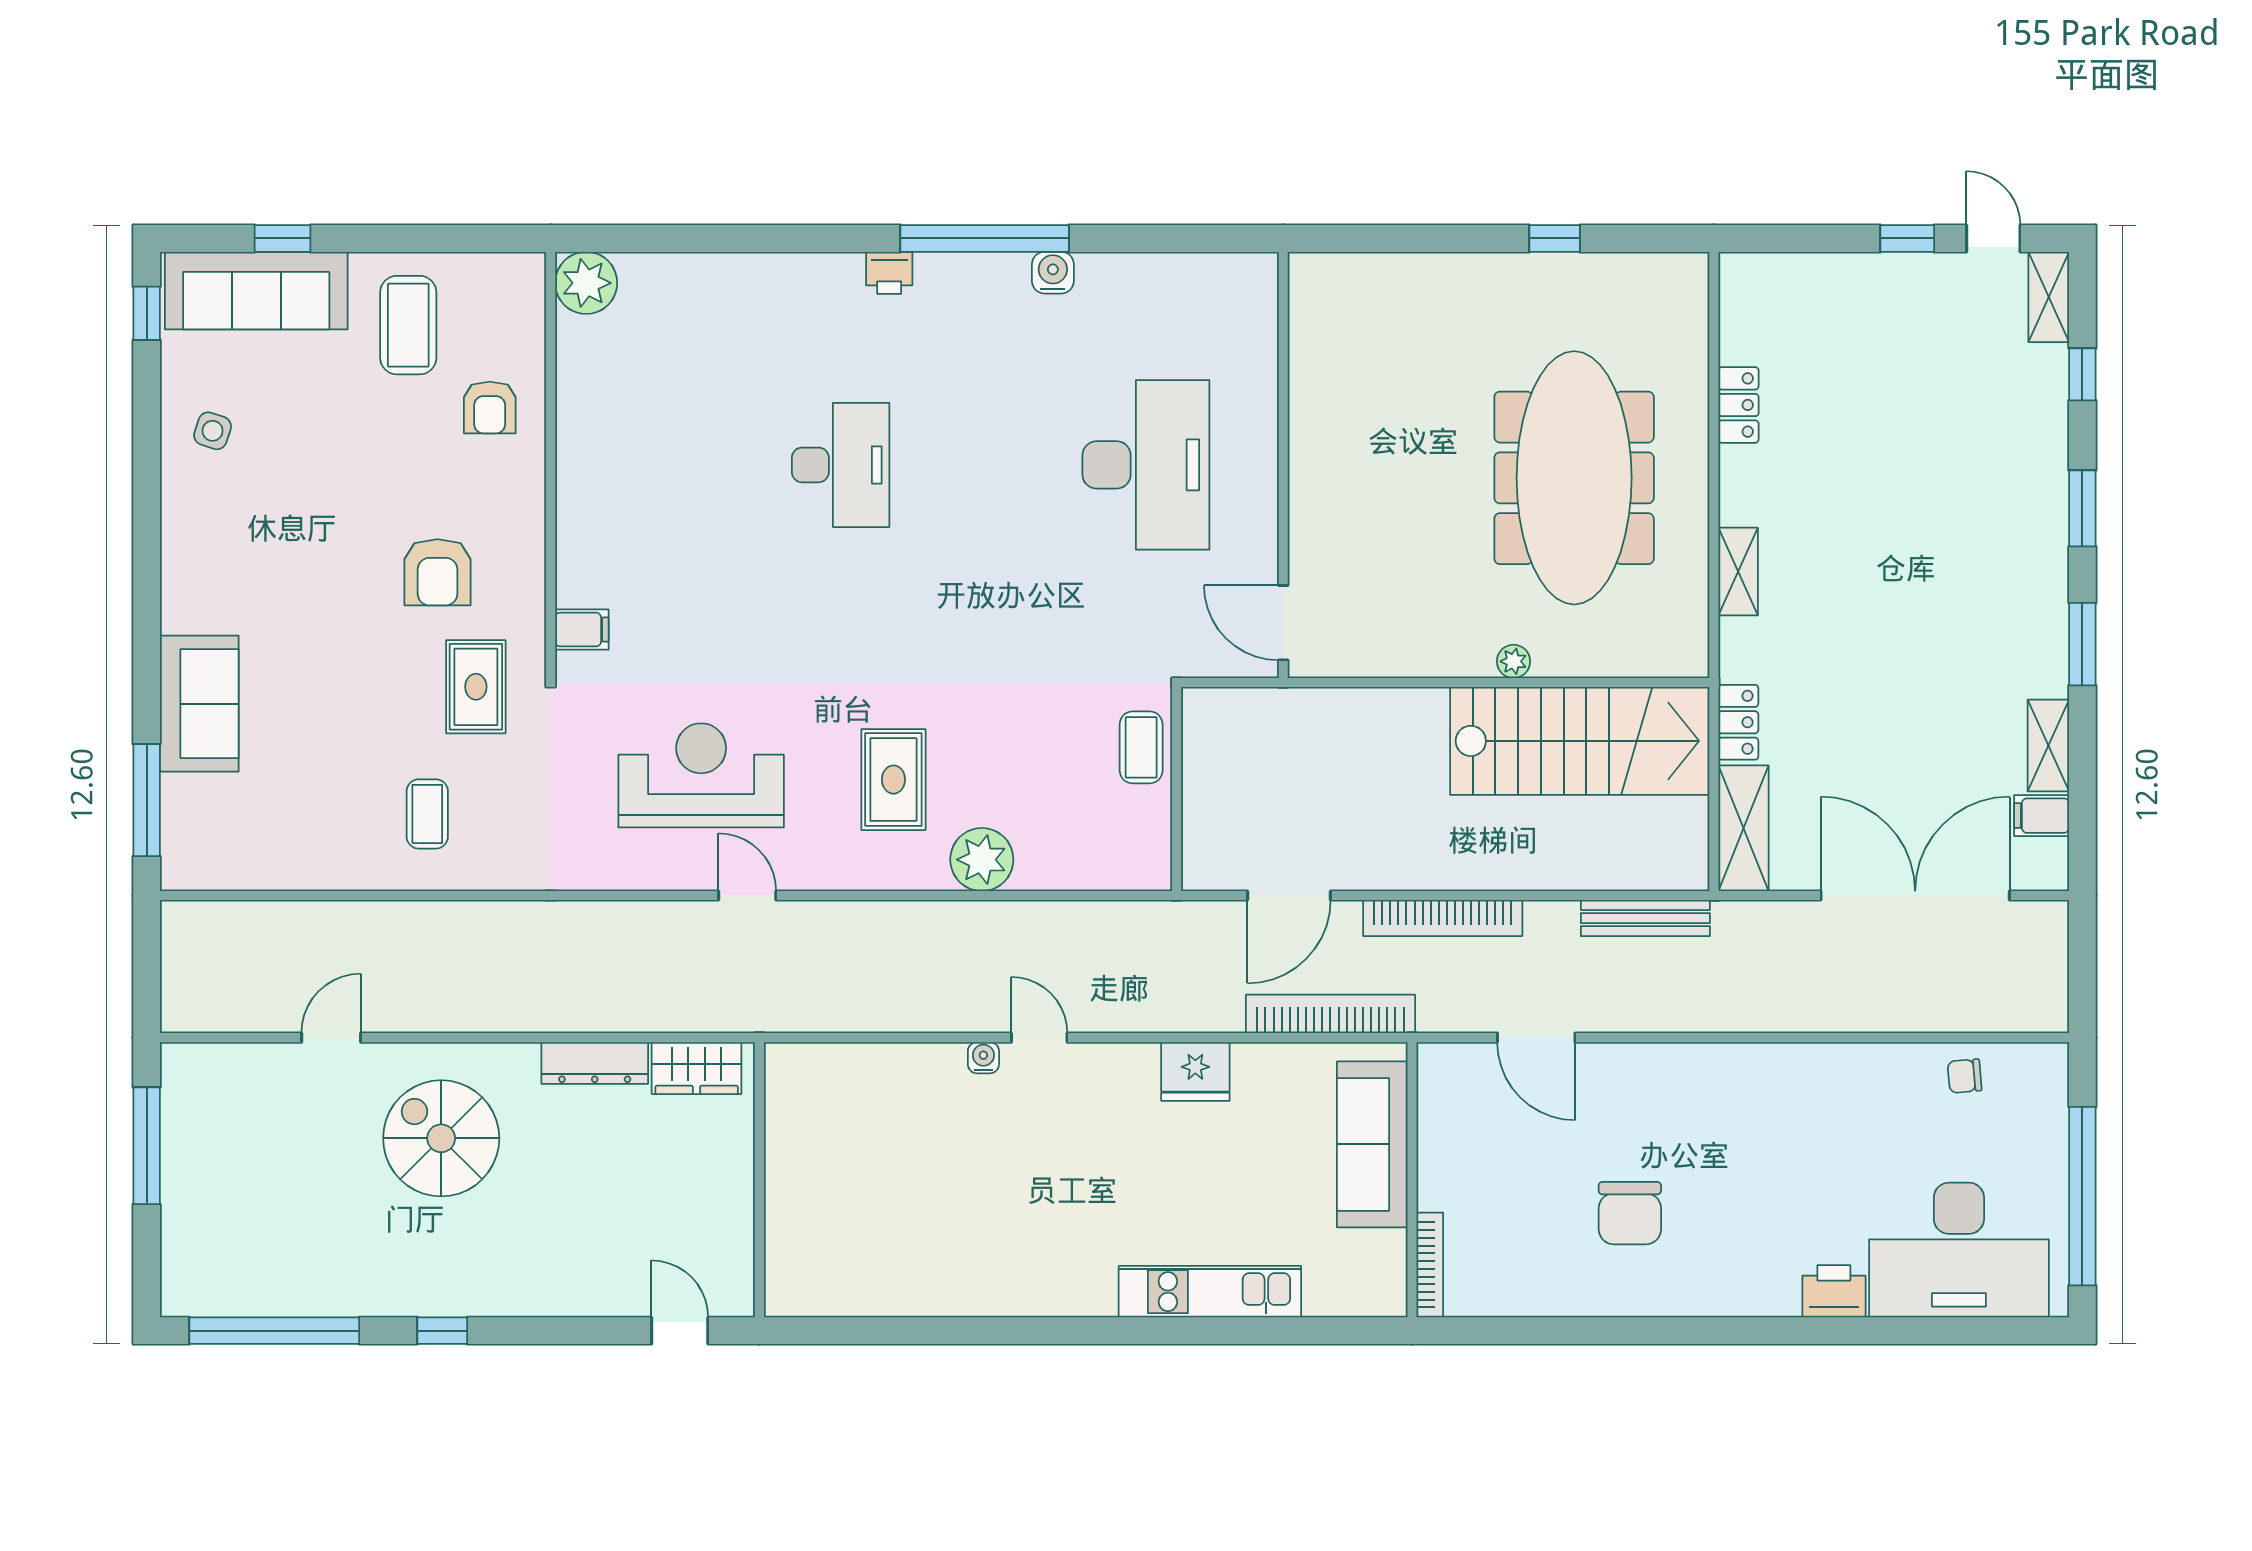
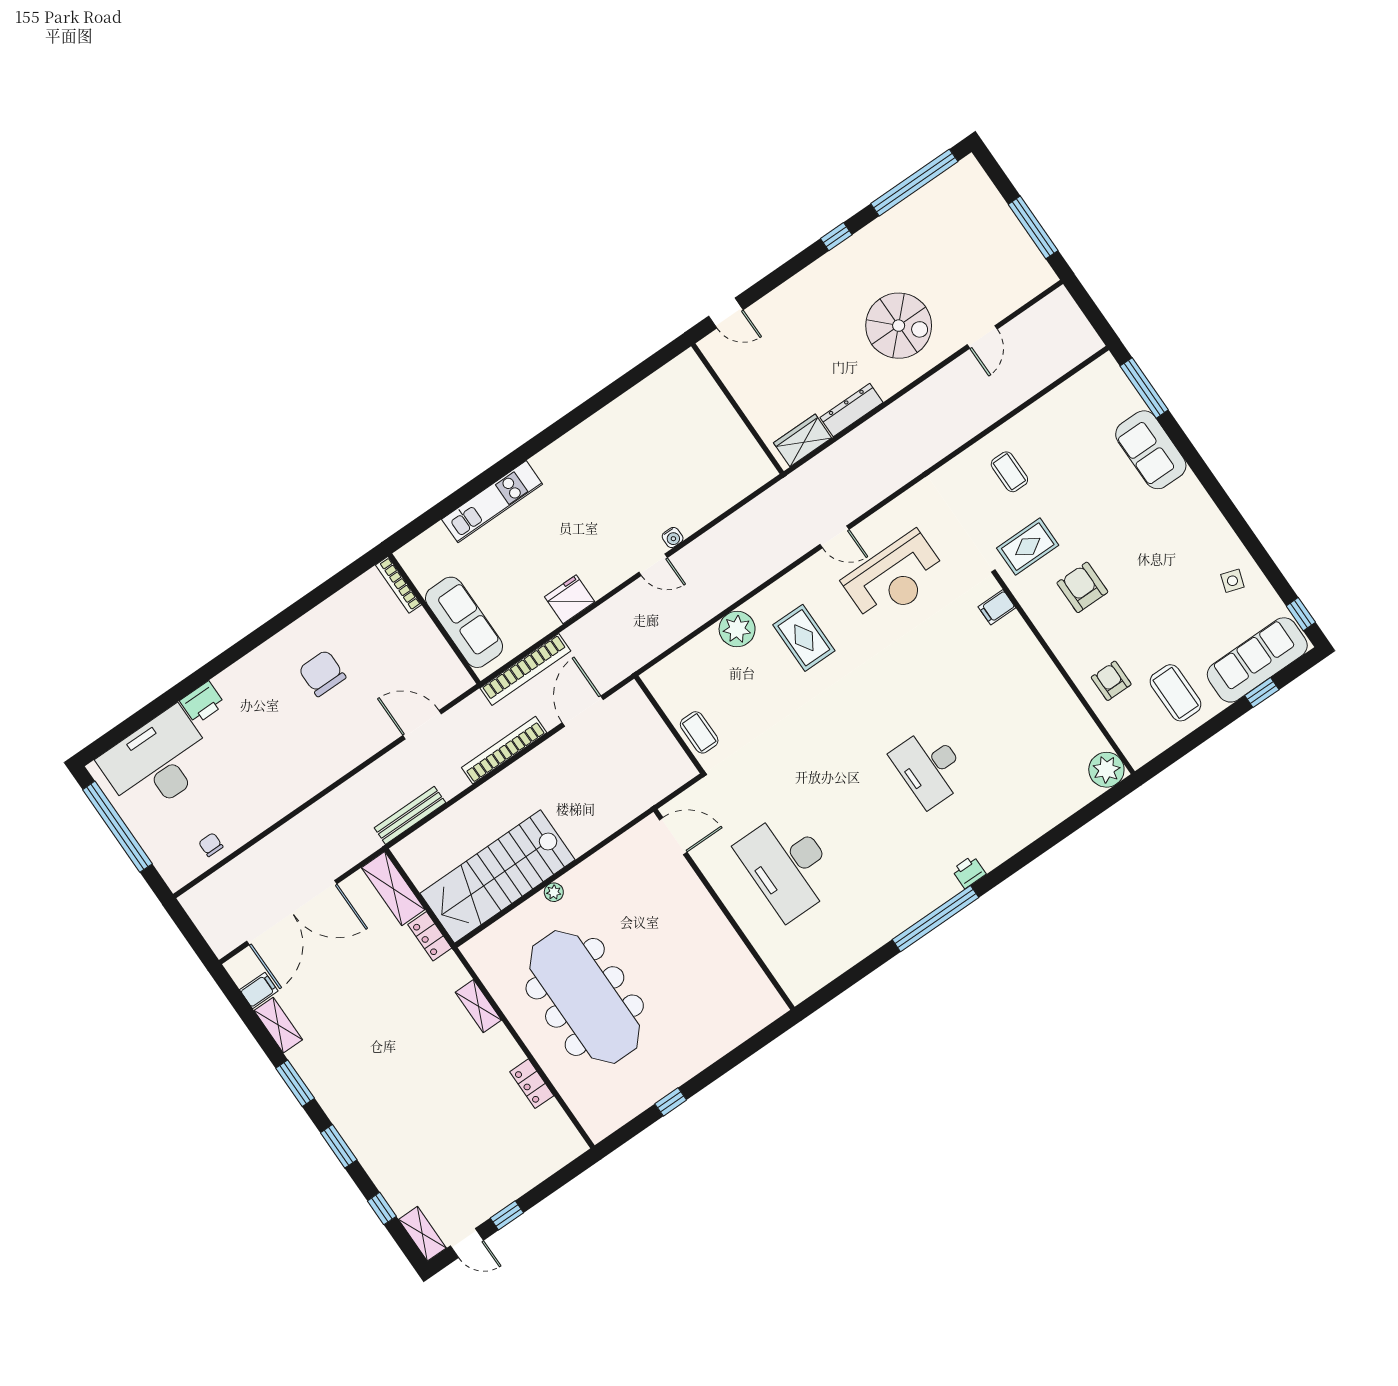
water cooler: (1053, 273) -> (893, 925), removed
rug: (476, 687) -> (1028, 547), turned 90
chair: (1965, 1076) -> (211, 845), turned -85

